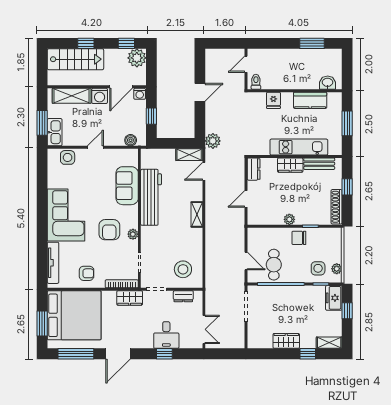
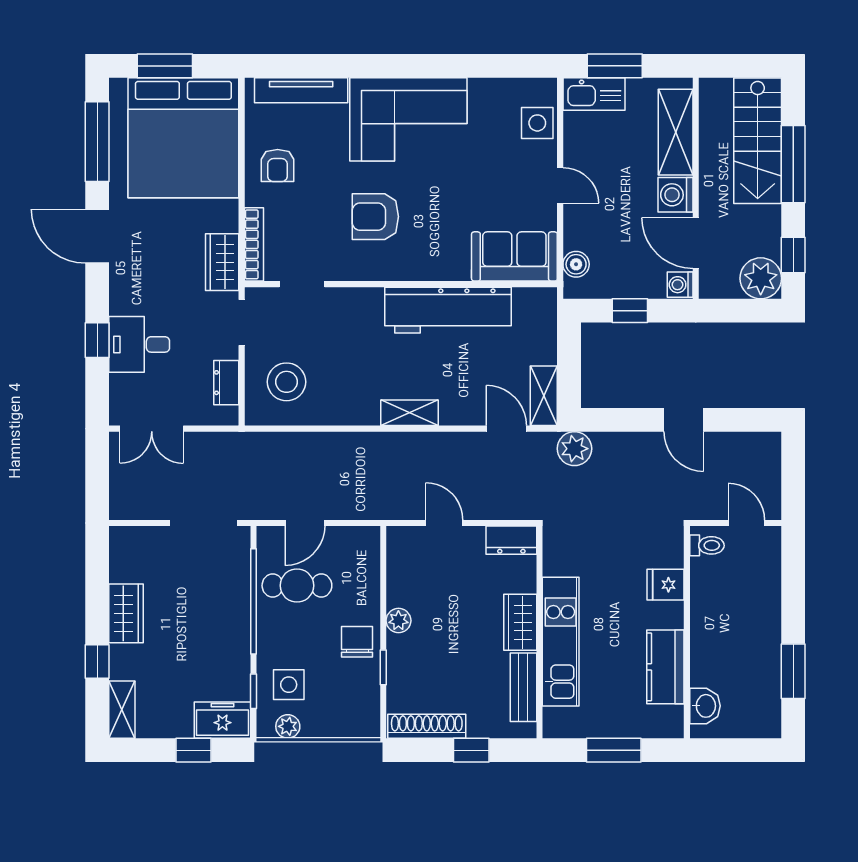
window: (86, 43) -> (793, 164), width x2.17
sofa: (127, 186) -> (514, 256), moved
plant: (133, 234) -> (365, 269), removed

